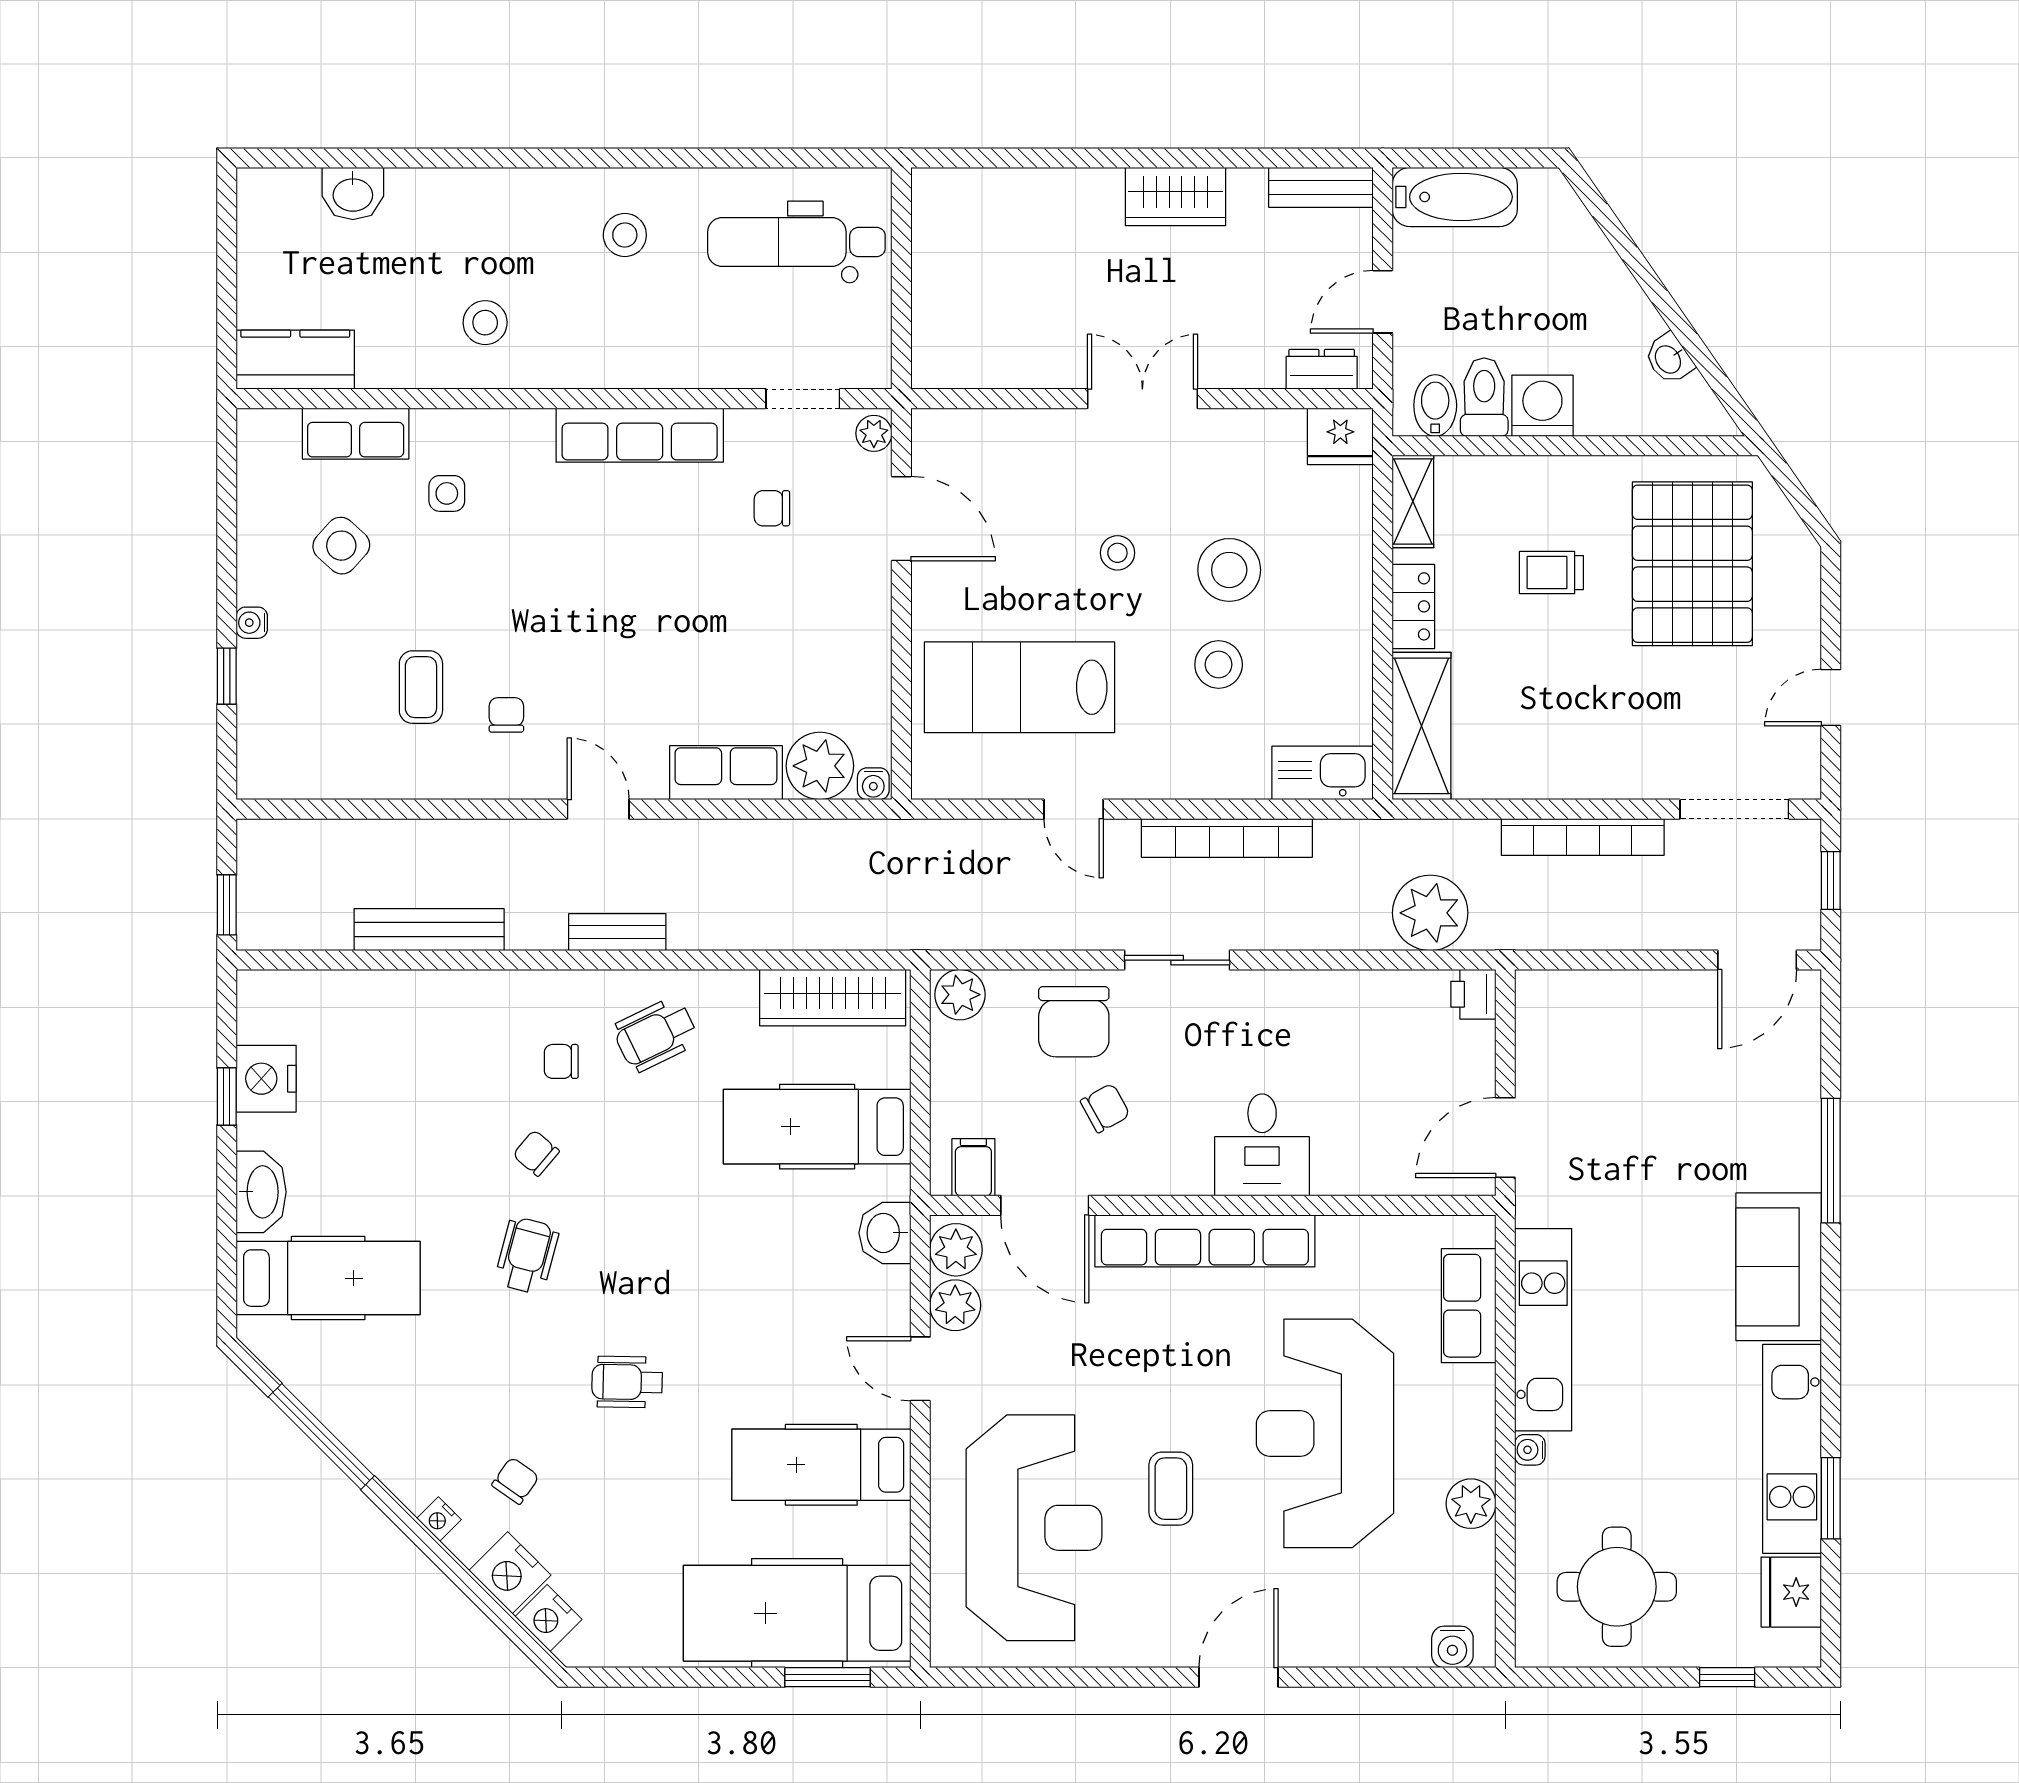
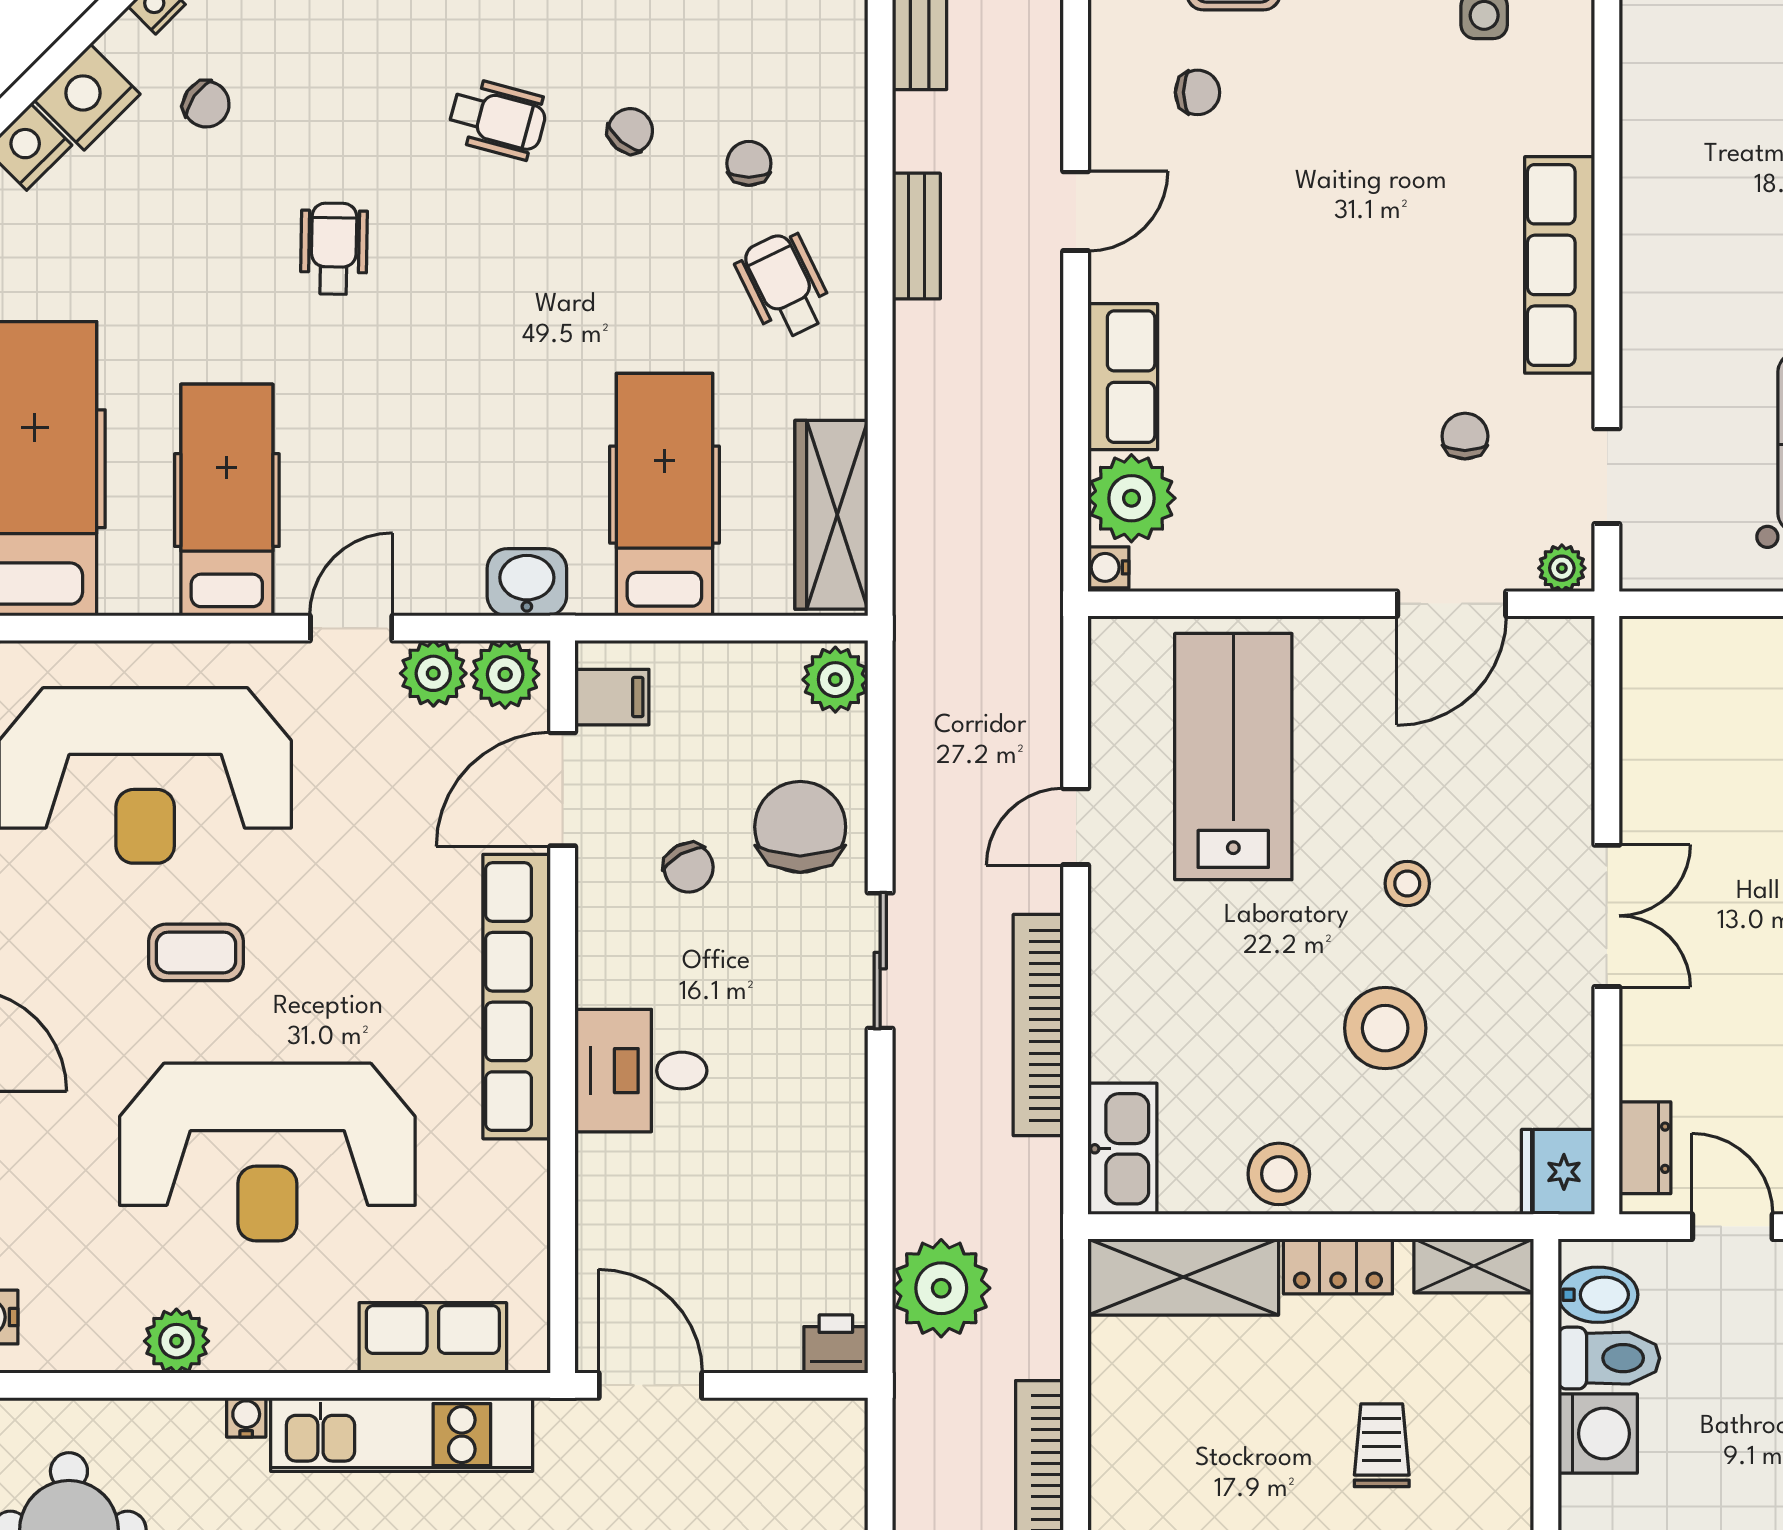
stool: (485, 323) -> (1705, 65), removed
stool: (1219, 665) -> (1279, 1174), moved
chair: (1074, 1022) -> (800, 827), turned 90
reception desk: (1325, 1433) -> (267, 1152), turned 180

